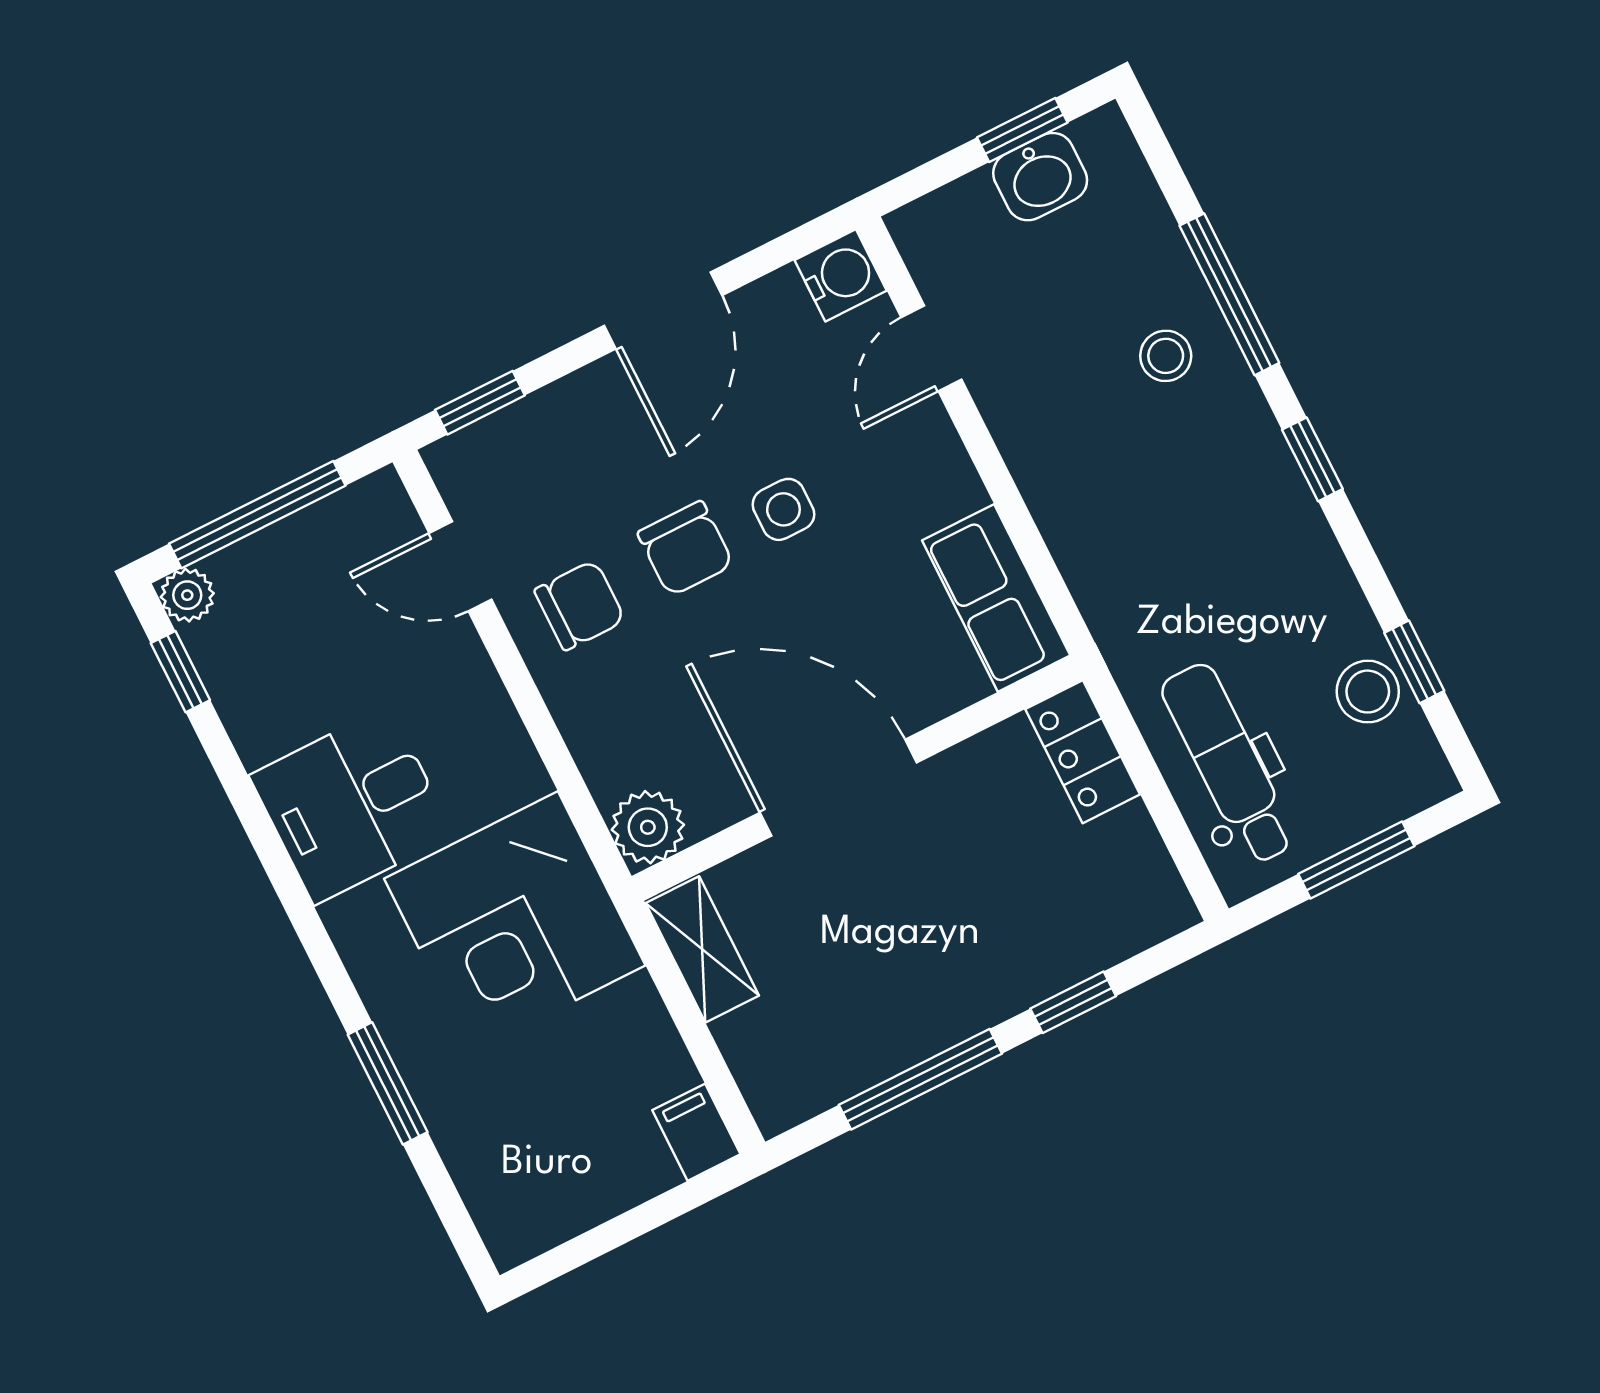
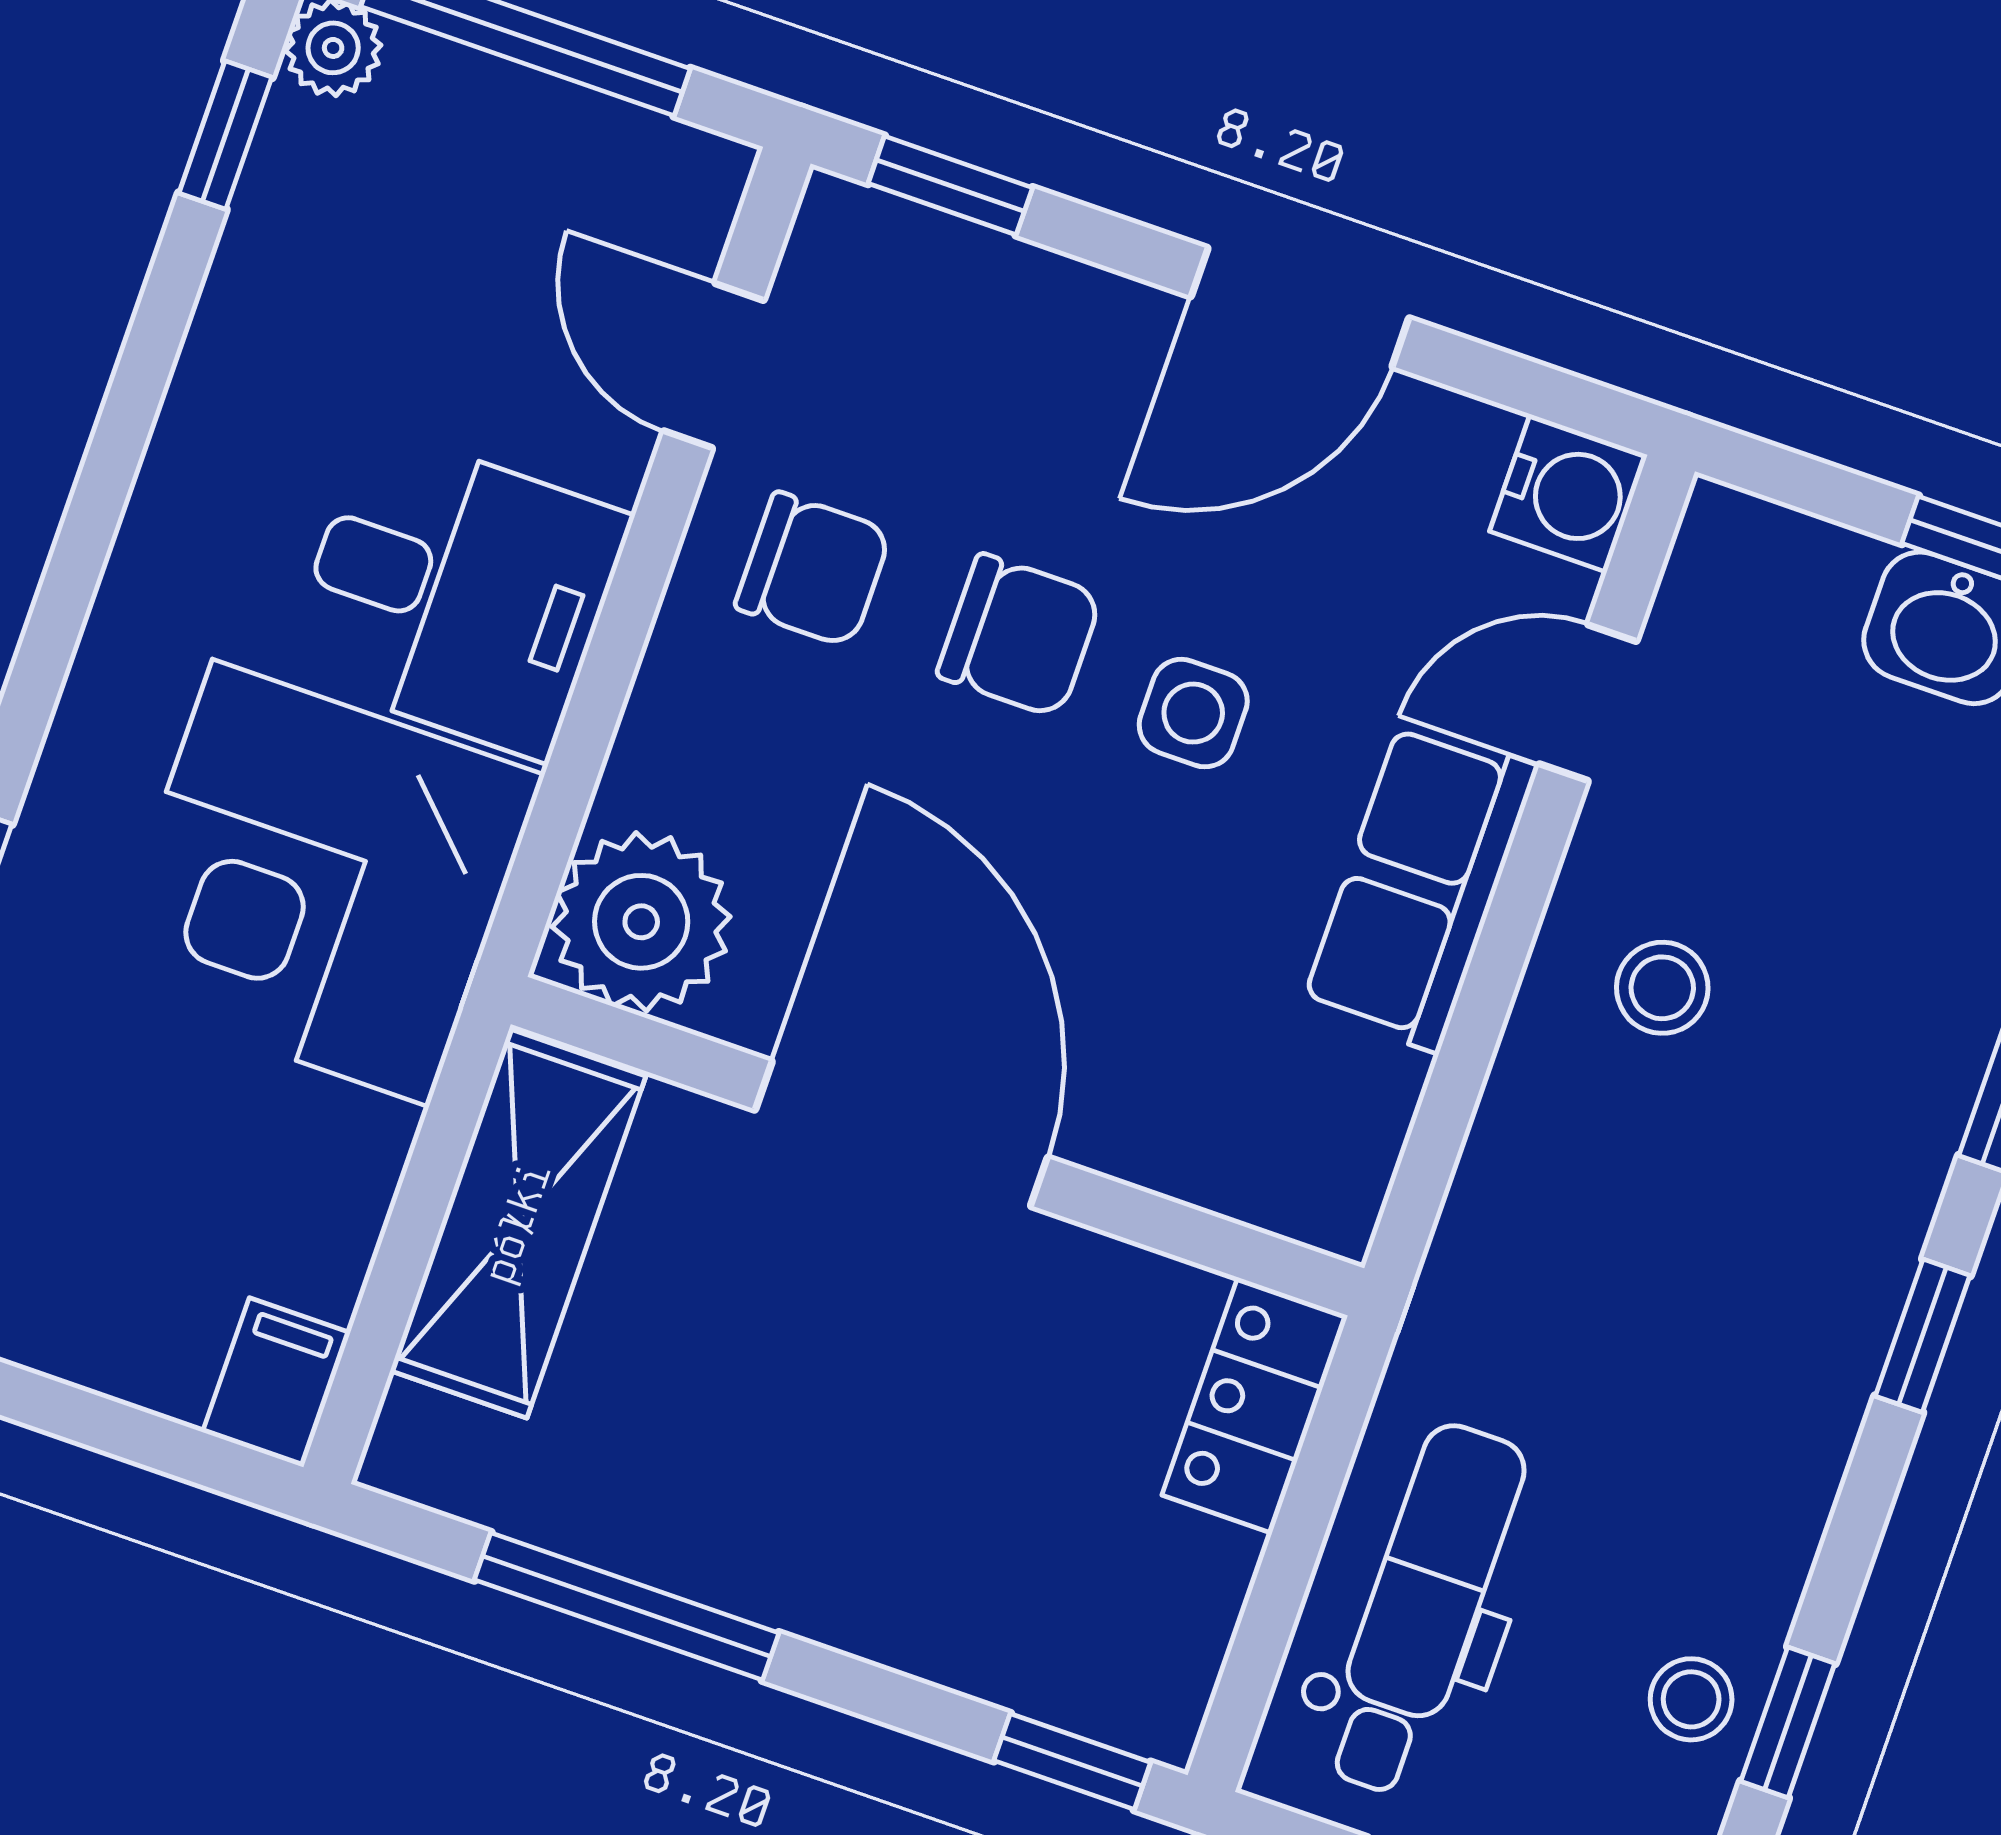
stool: (1166, 356) -> (1662, 988), moved
chair: (686, 549) -> (1019, 635), turned -90
row of seats: (996, 598) -> (1420, 886), moved
stool: (1368, 692) -> (1691, 1699), width x0.73, depth x0.73
desk: (352, 805) -> (457, 593), moved, turned 180
plant: (648, 827) -> (641, 922), width x1.36, depth x1.36
shelving: (702, 949) -> (518, 1223), width x1.50, depth x1.33
window: (1073, 1002) -> (1072, 1762), moved

